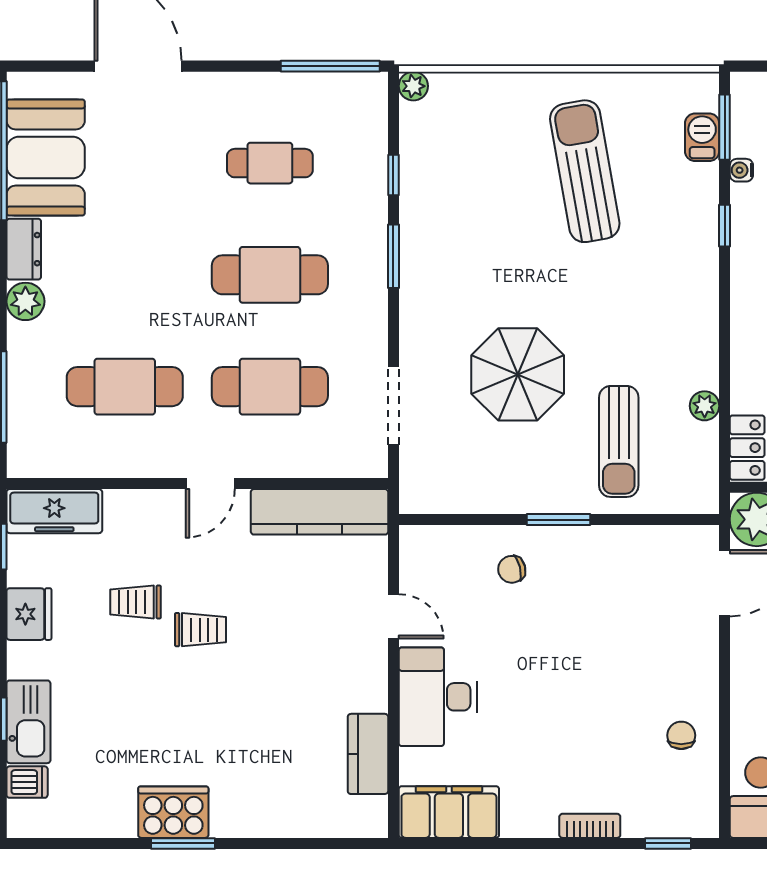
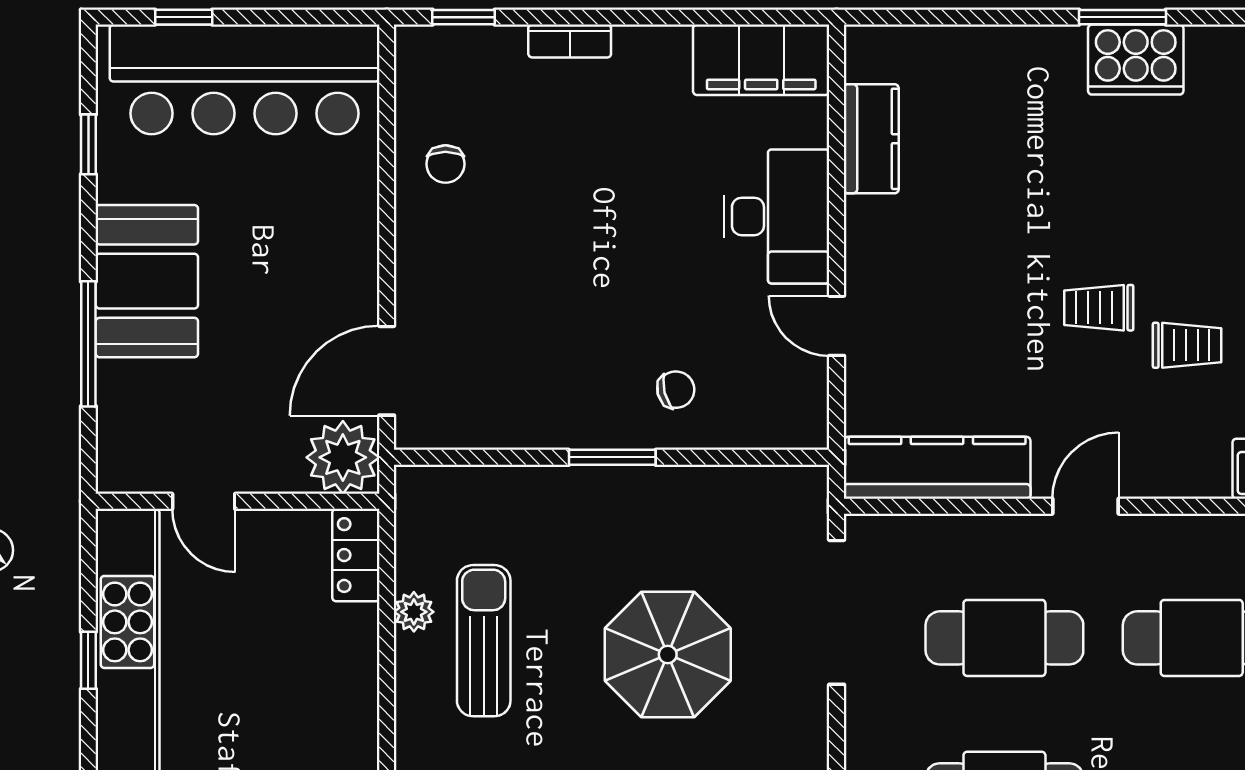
doorway: (393, 405) -> (837, 612), width x1.36
sun lounger: (619, 441) -> (484, 641), moved

